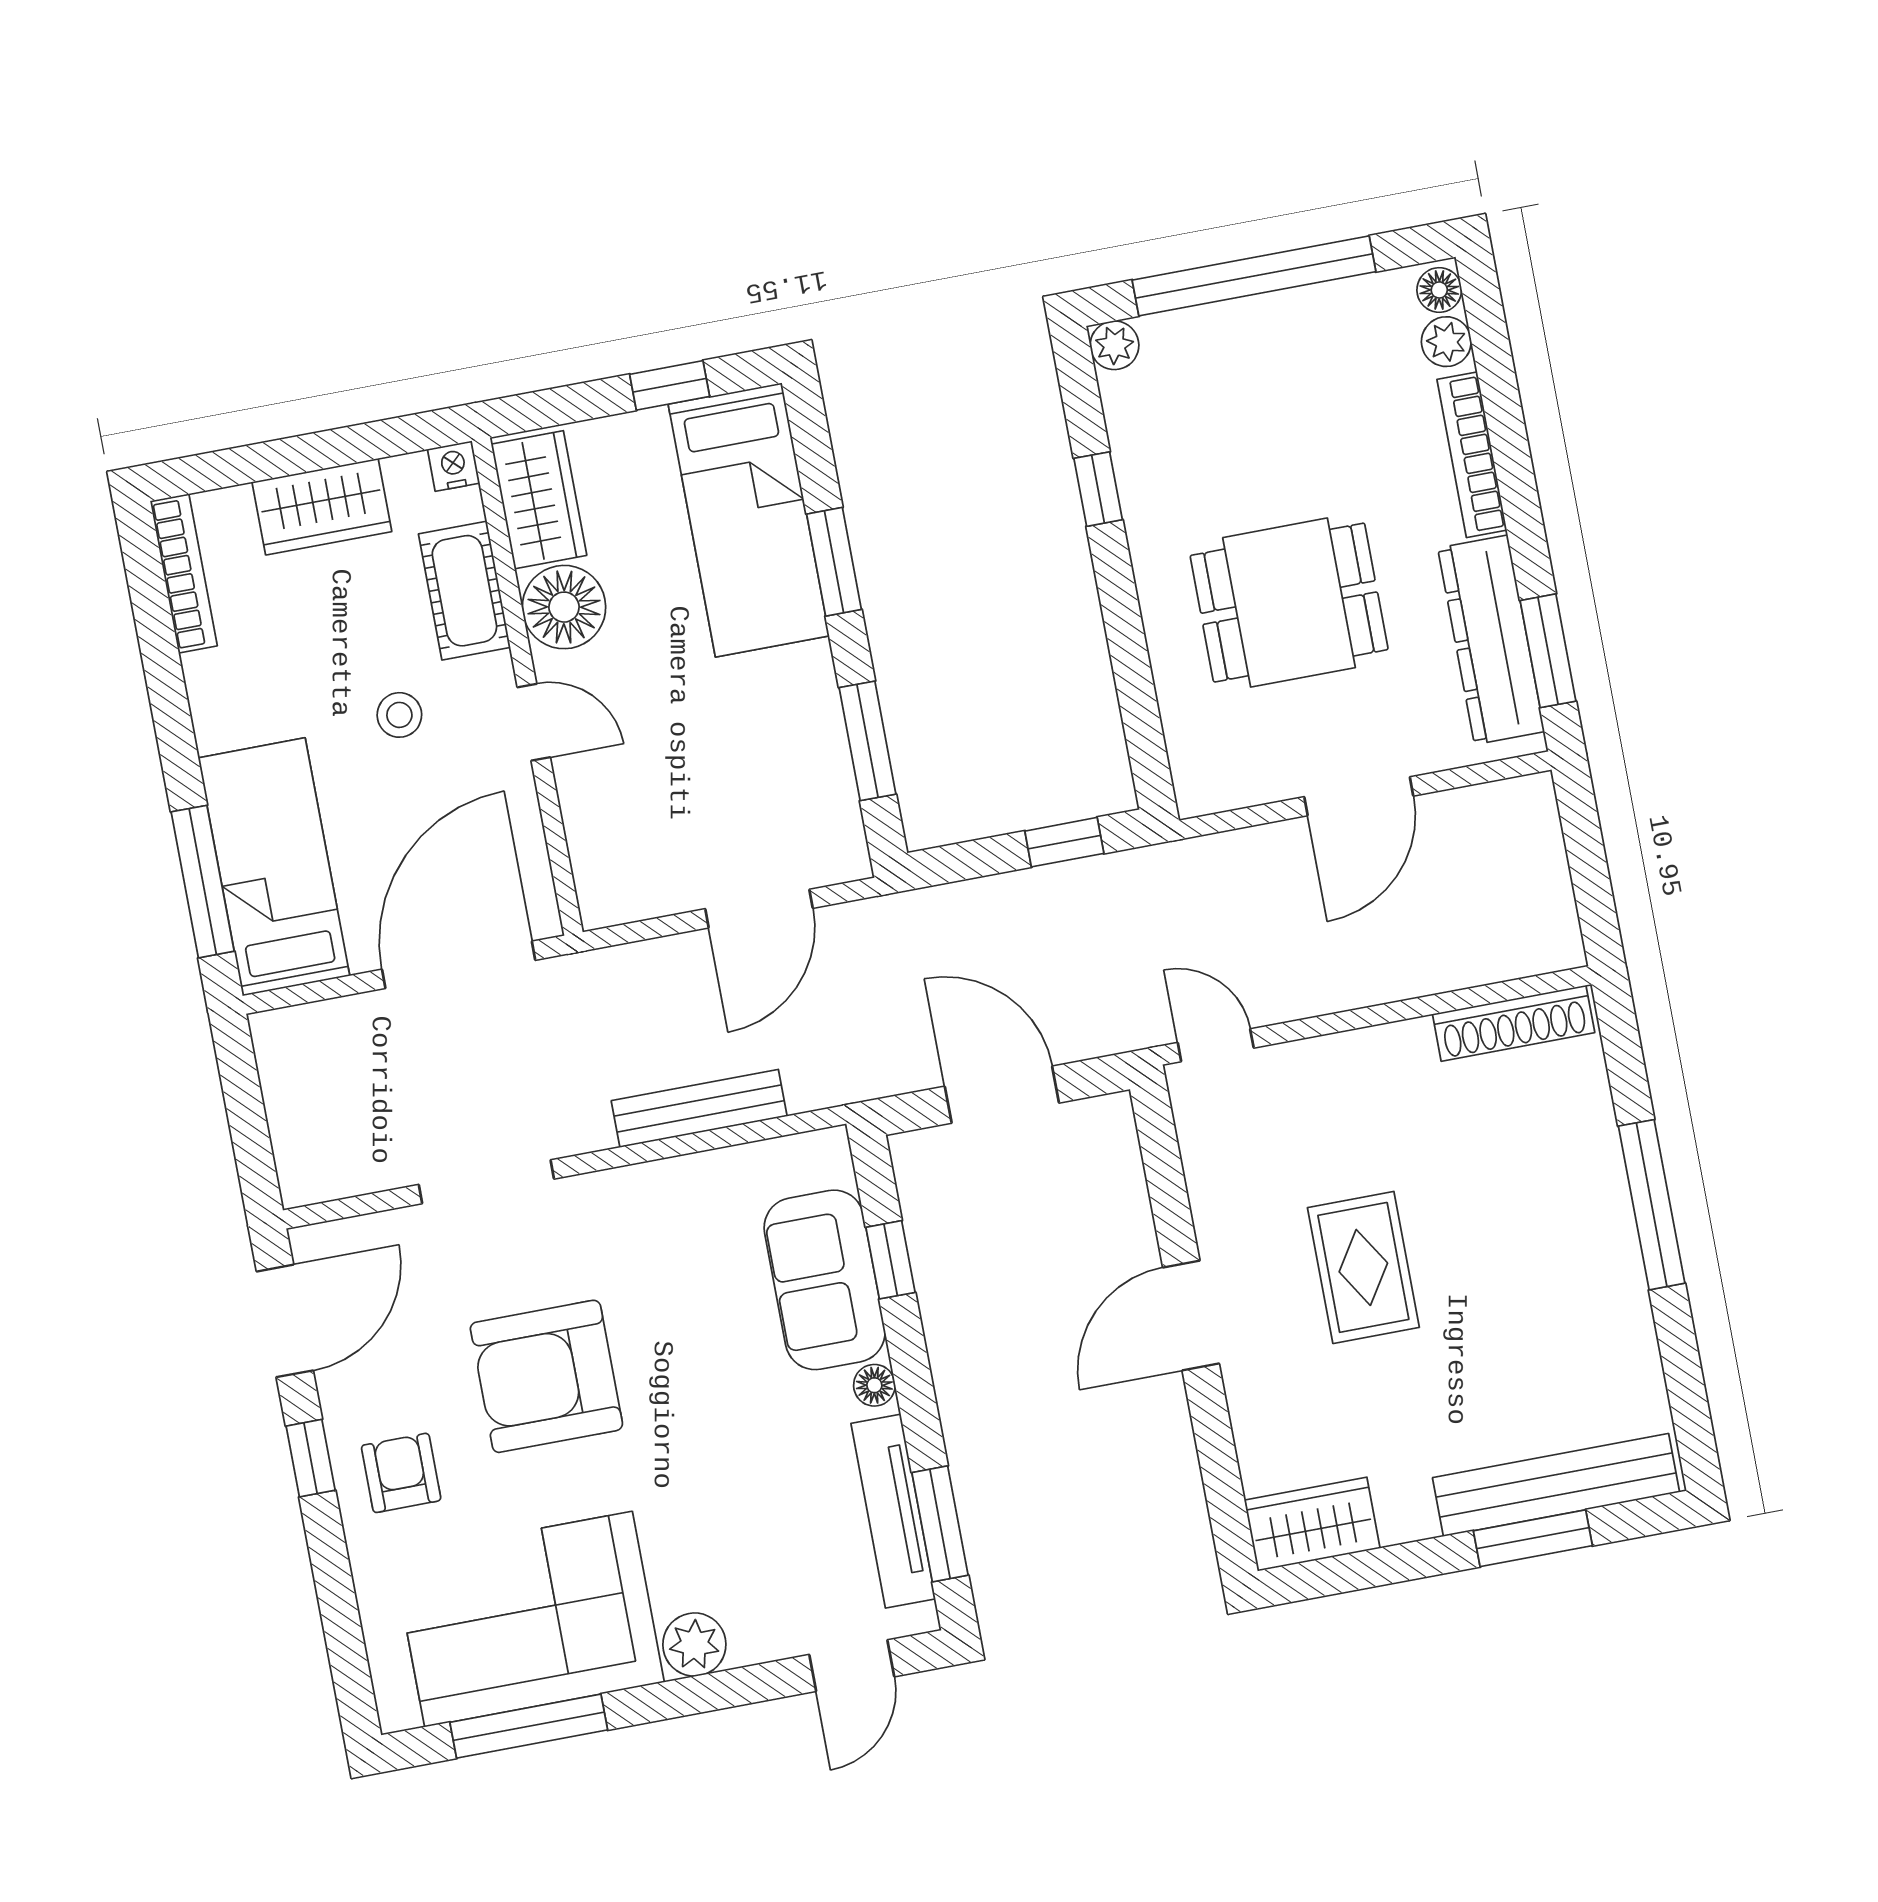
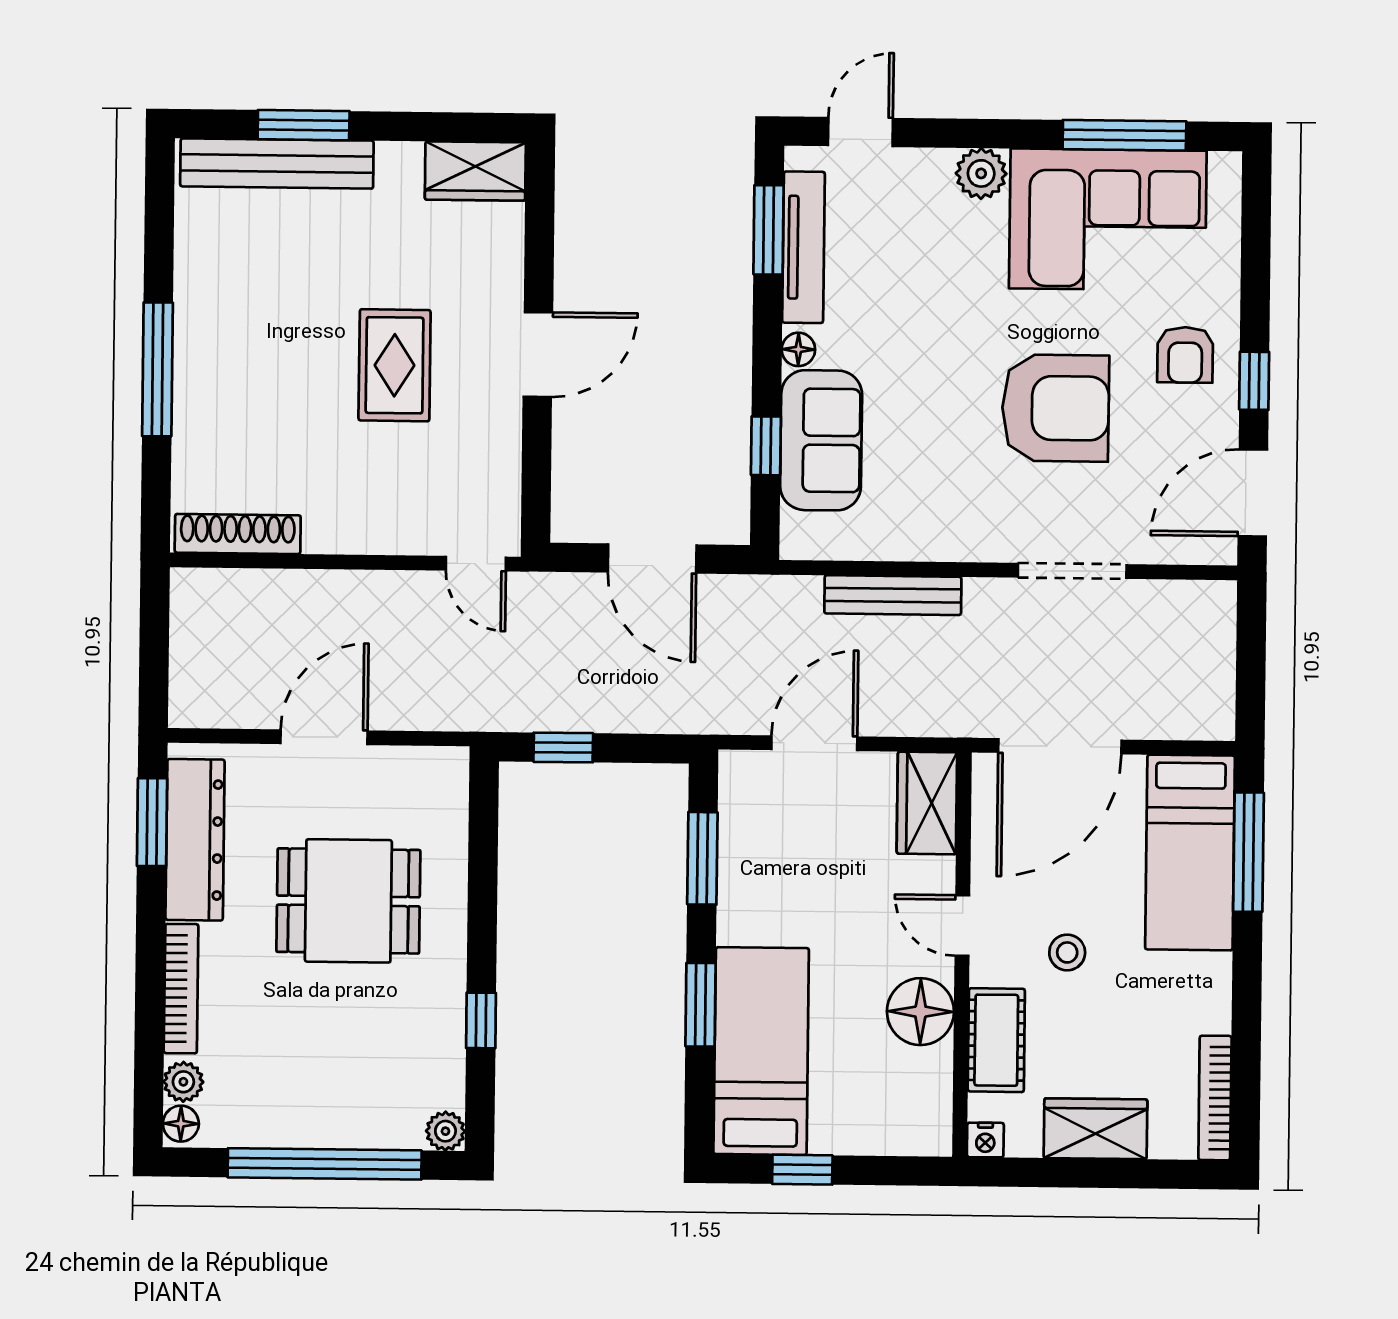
wardrobe: (539, 500) -> (927, 803), moved

